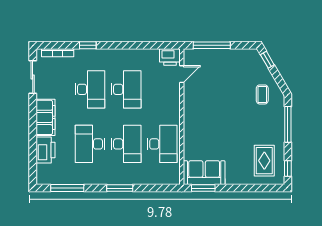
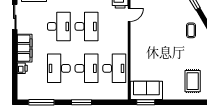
printer: (45, 150) -> (22, 68), width x0.53, depth x0.68

